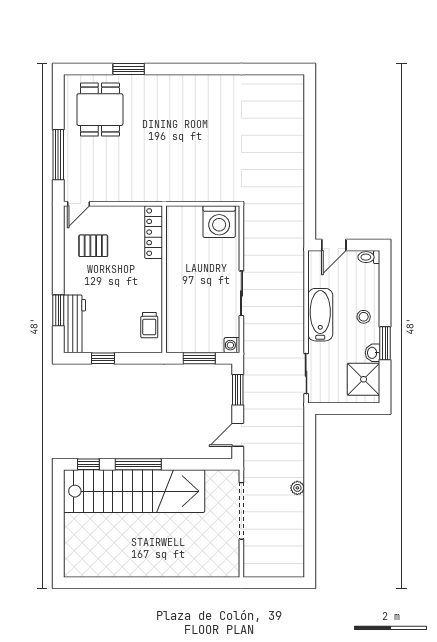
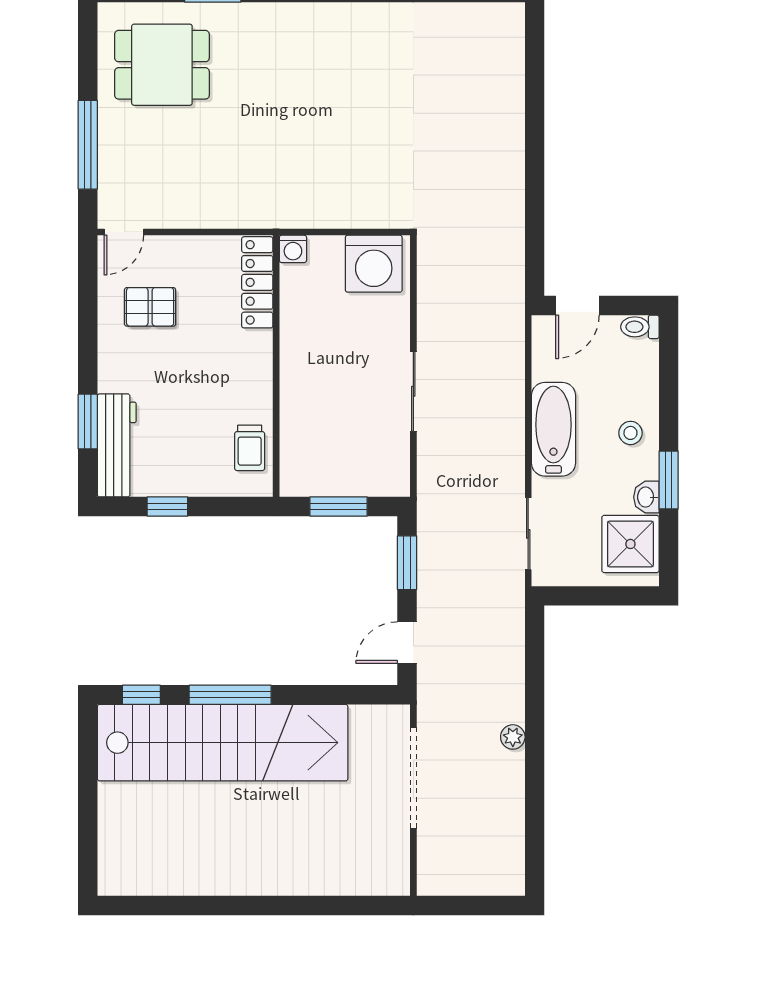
dining table: (100, 110) -> (162, 65), turned 90
washing machine: (232, 345) -> (293, 249), moved, turned -90

